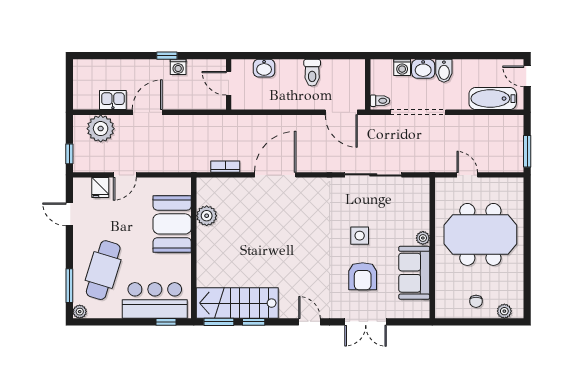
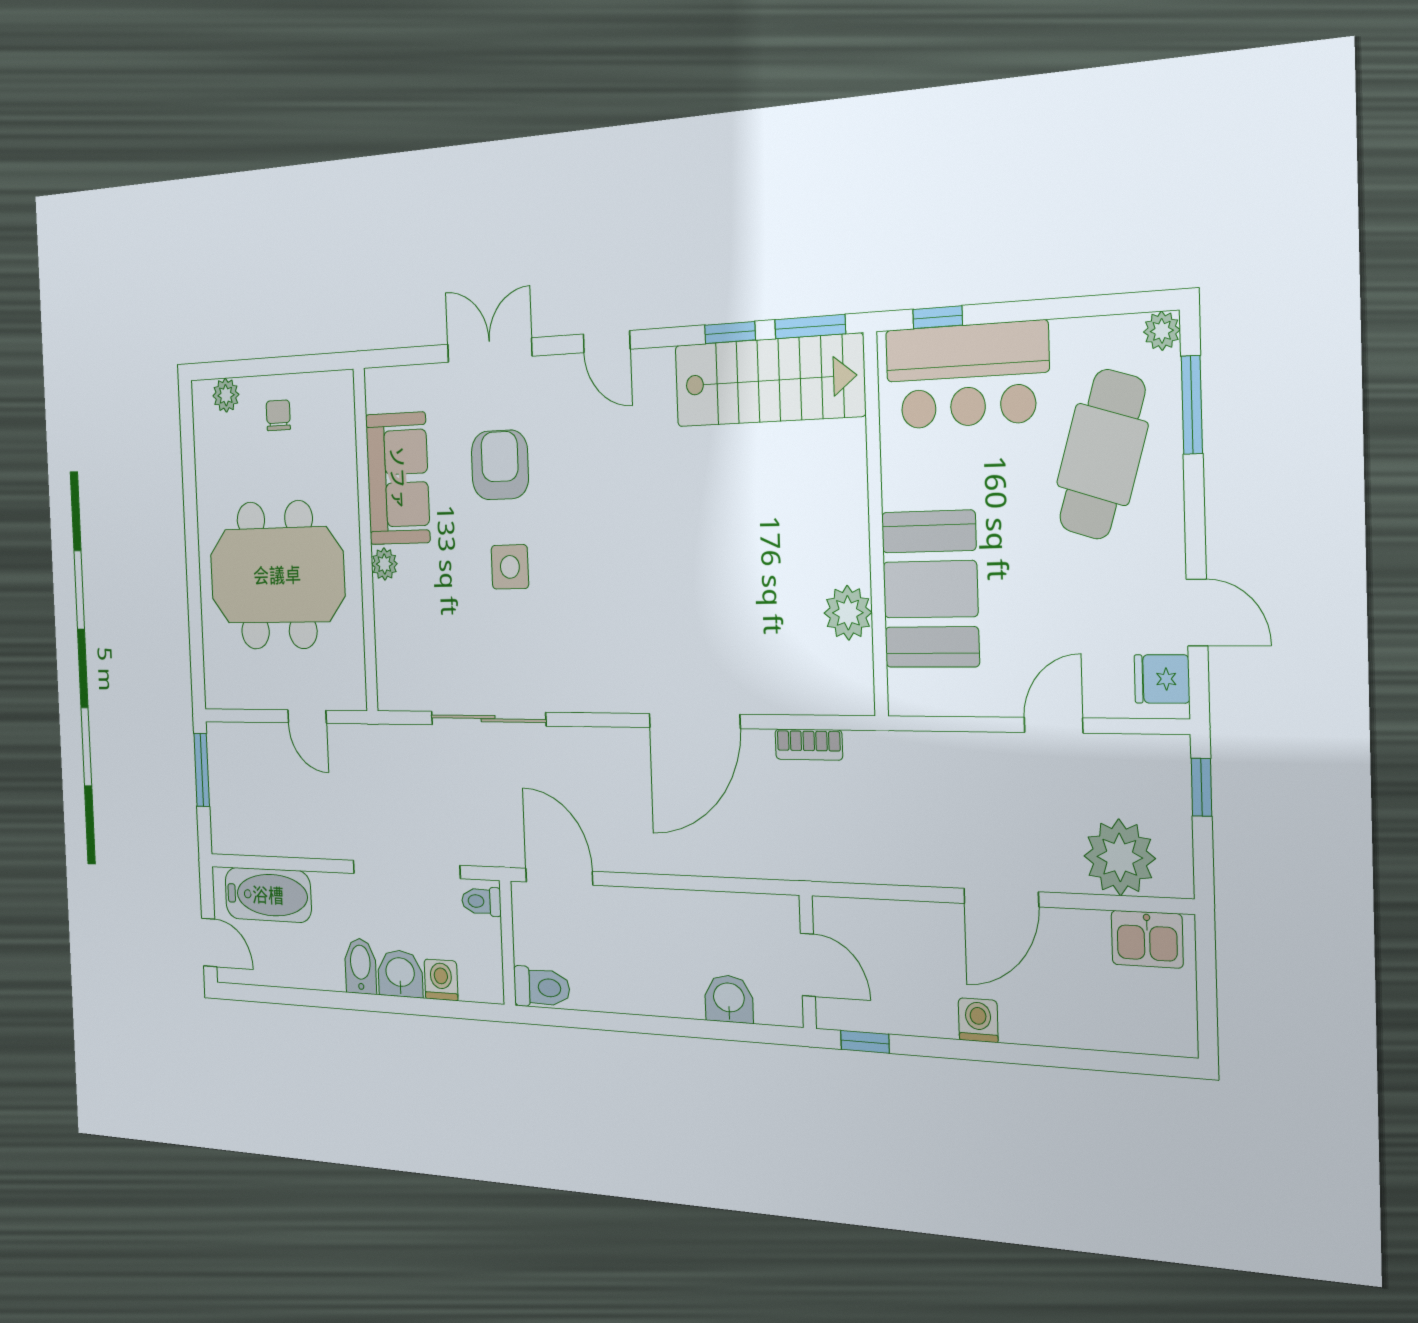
window: (167, 56) -> (865, 1042), moved
washing machine: (178, 67) -> (978, 1020), moved
toilet: (312, 73) -> (542, 987), moved, turned 90
kitchen sink: (113, 100) -> (1147, 939), moved
fridge: (100, 188) -> (1162, 679), moved, turned -90

